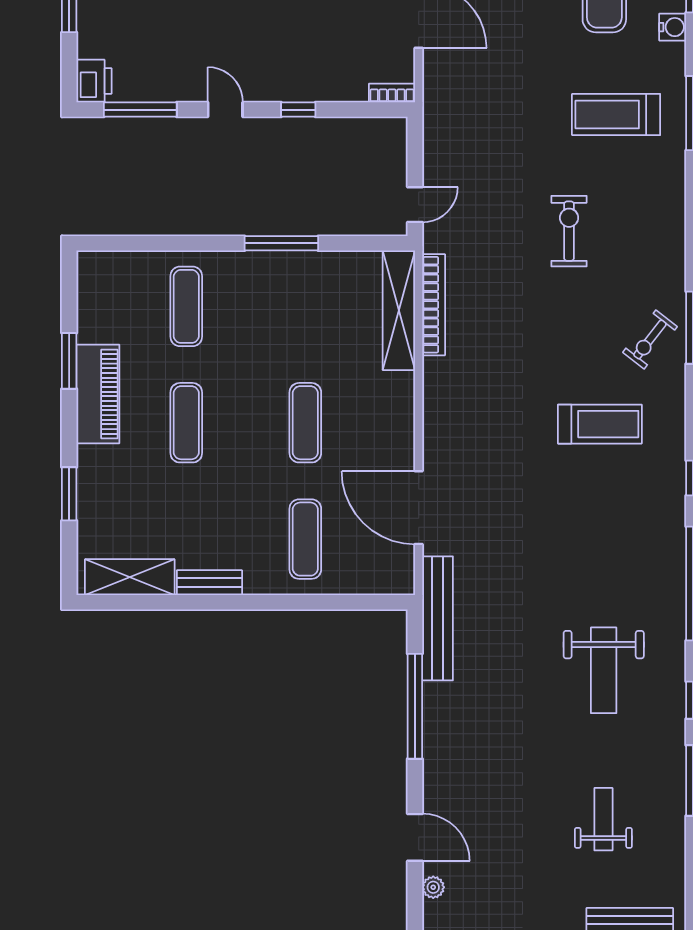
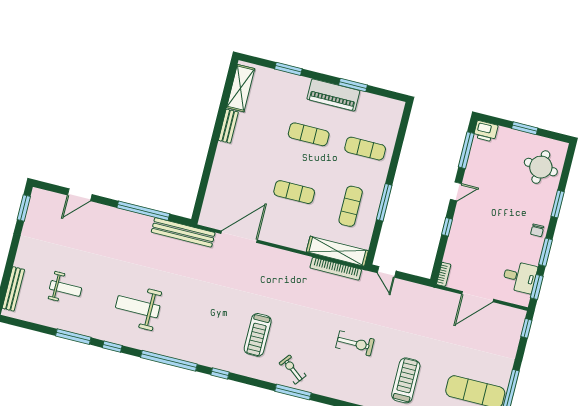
exercise mat: (305, 539) -> (351, 206), moved, turned 90
plant: (433, 887) -> (53, 198), removed

